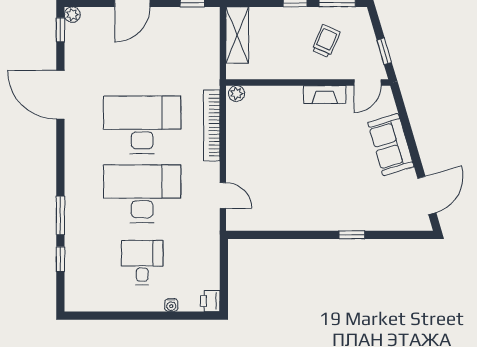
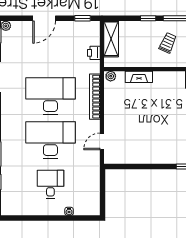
fireplace: (325, 95) -> (139, 77), moved
door: (223, 195) -> (102, 141), swing flipped
printer: (210, 301) -> (94, 53), moved

